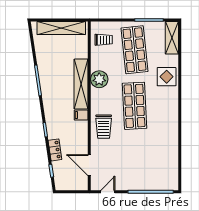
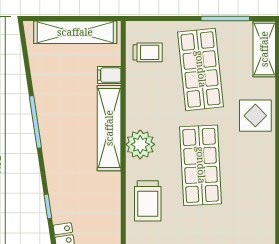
plant: (99, 79) -> (140, 144), moved
filing cabinet: (81, 115) -> (109, 75), moved

